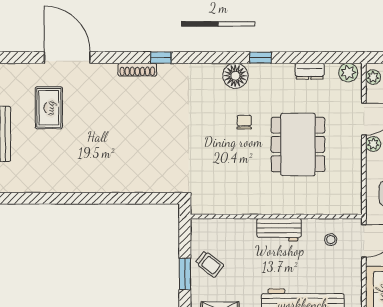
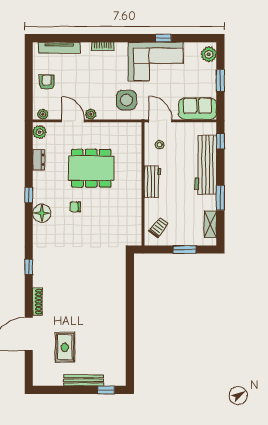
shoe rack: (137, 70) -> (37, 302), moved
rug: (49, 108) -> (65, 347), turned 90
trolley: (210, 264) -> (159, 227), moved

